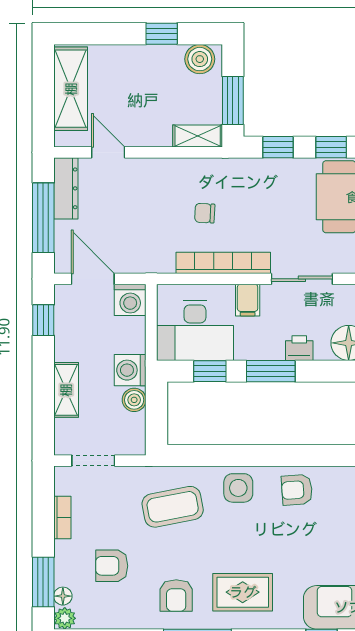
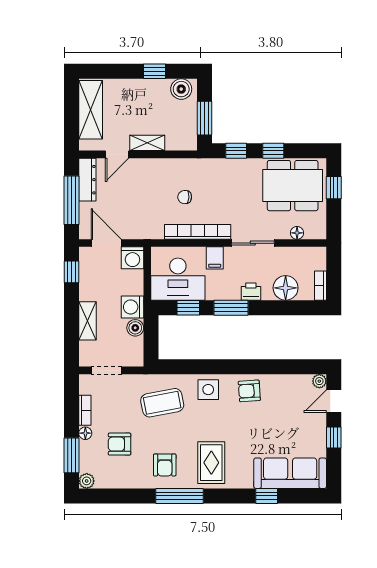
shelving: (198, 136) -> (147, 143), moved
door: (108, 152) -> (117, 154), swing flipped
rug: (243, 592) -> (211, 463), turned 90
floor lamp: (63, 596) -> (85, 433), moved

